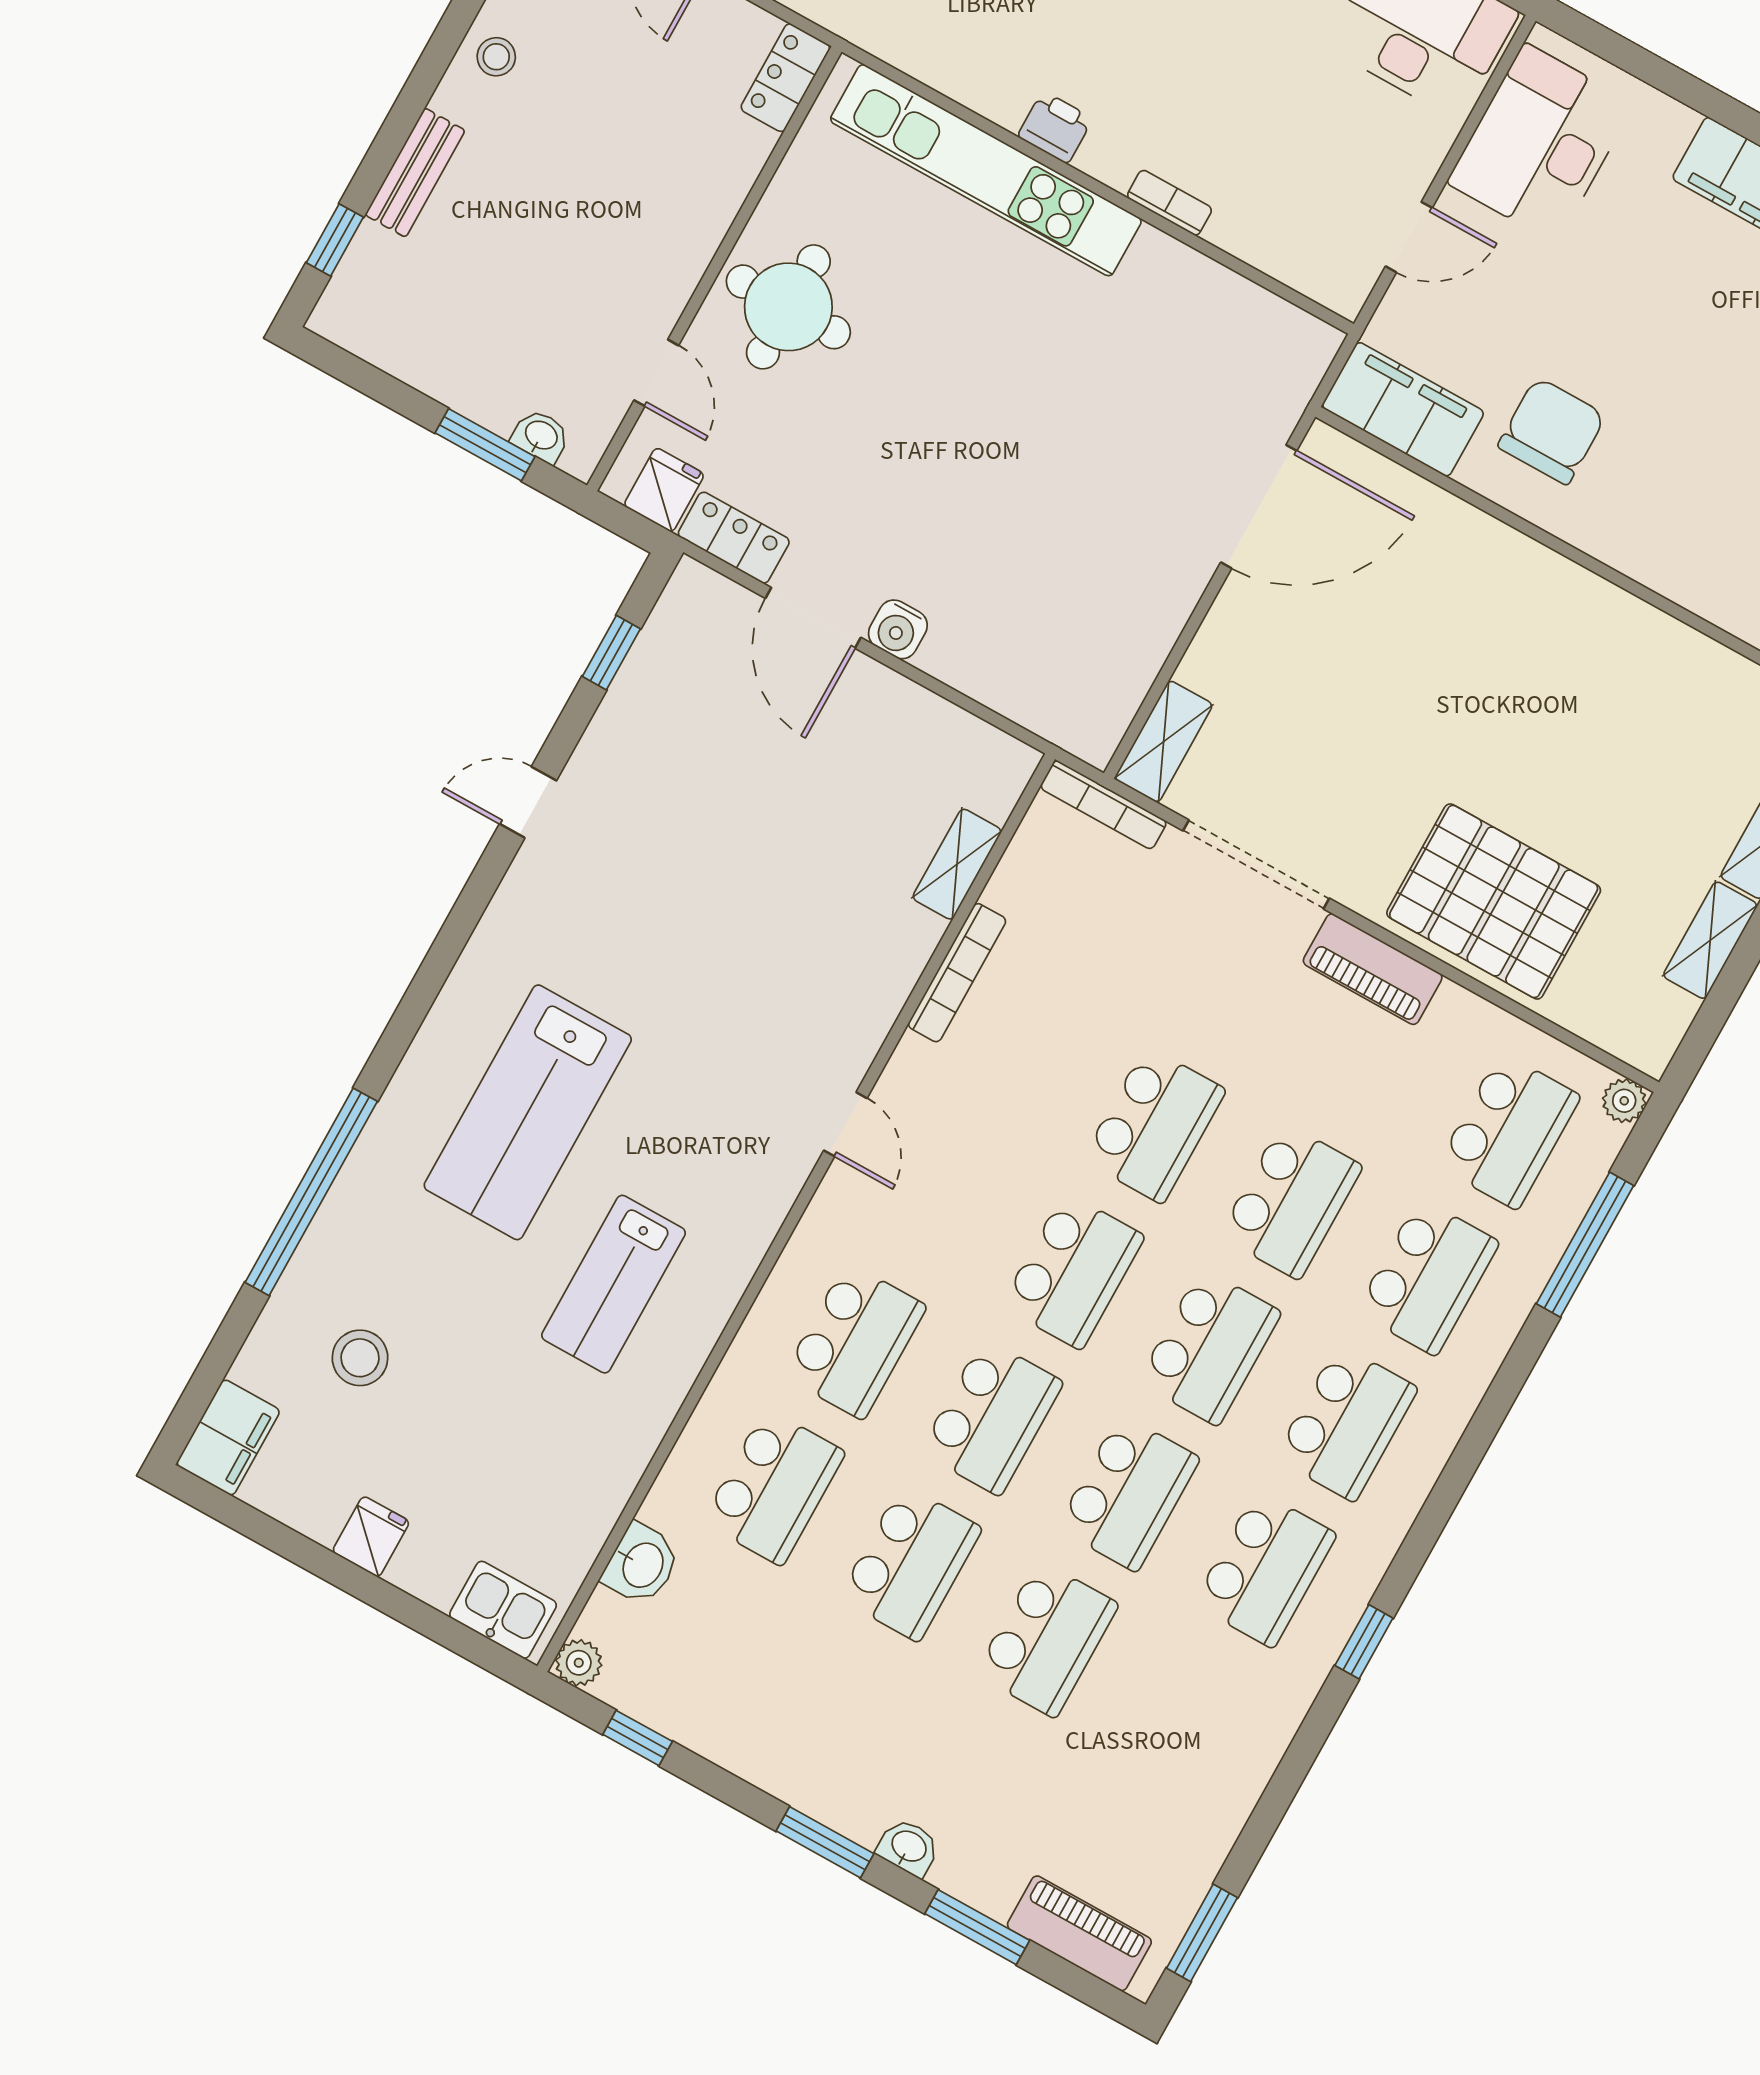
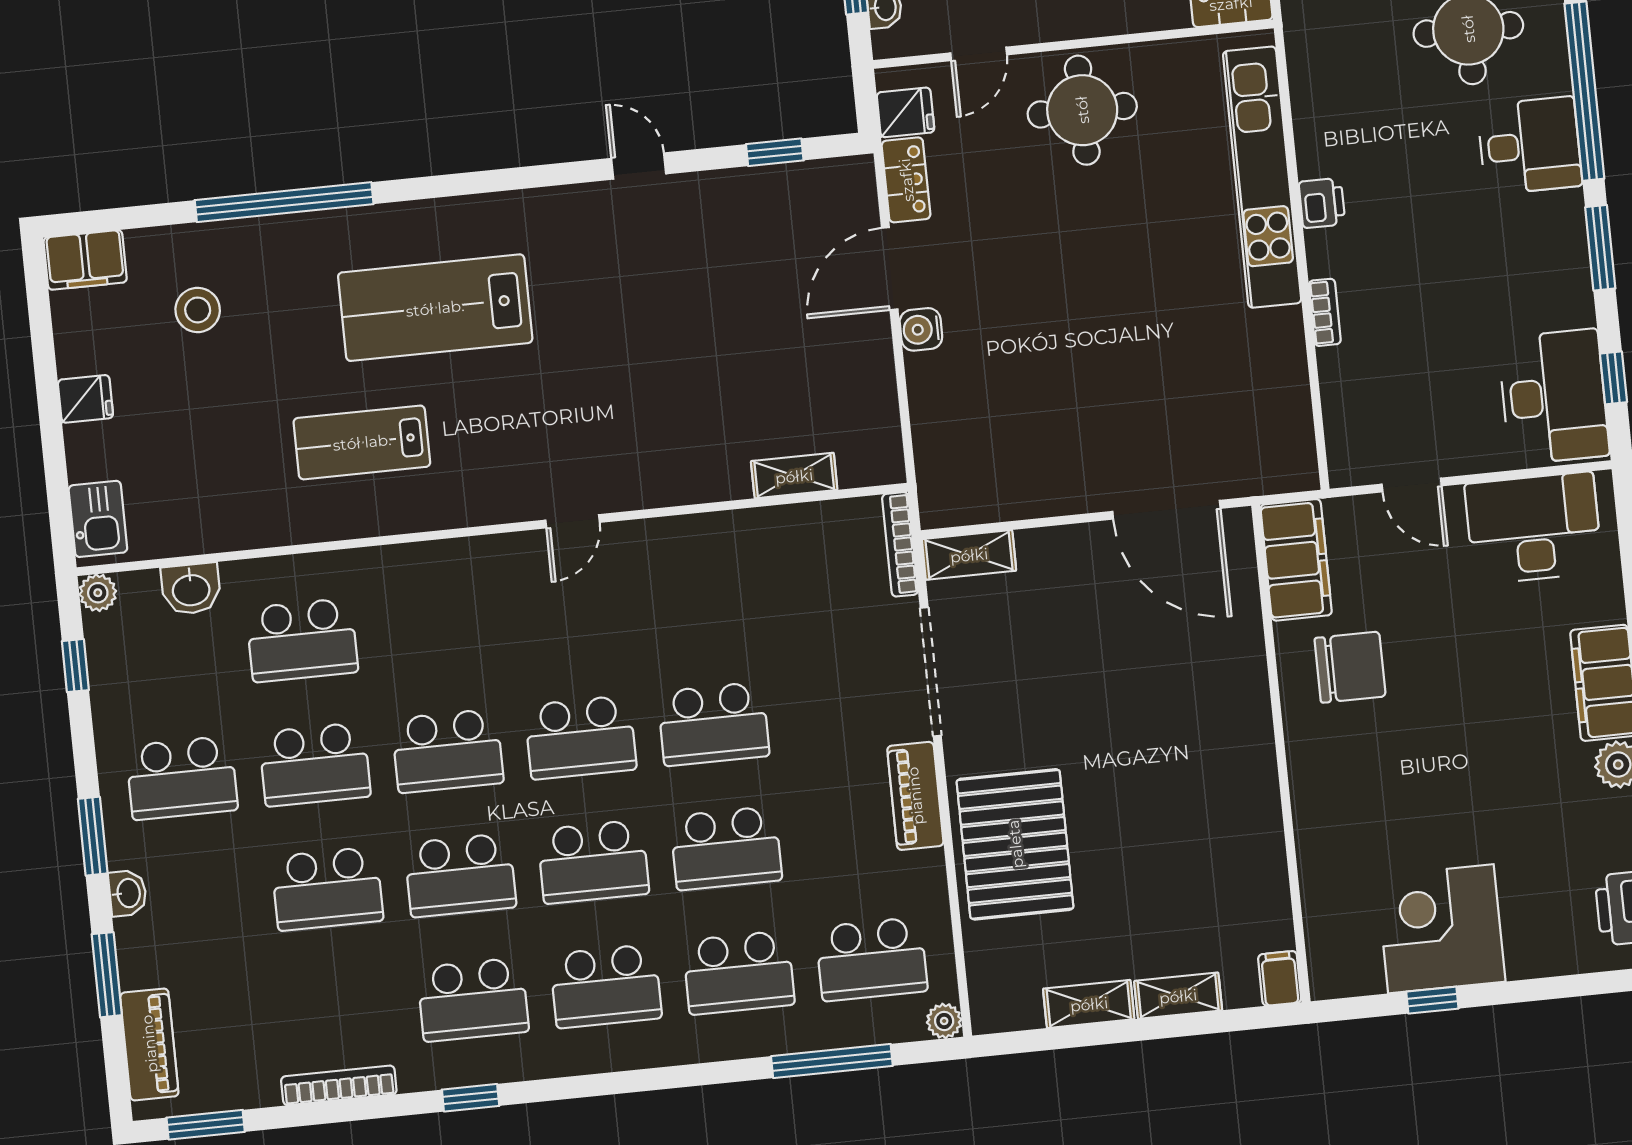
bookcase: (957, 973) -> (339, 1085), moved, turned 180
school desk: (855, 1341) -> (182, 778), moved

